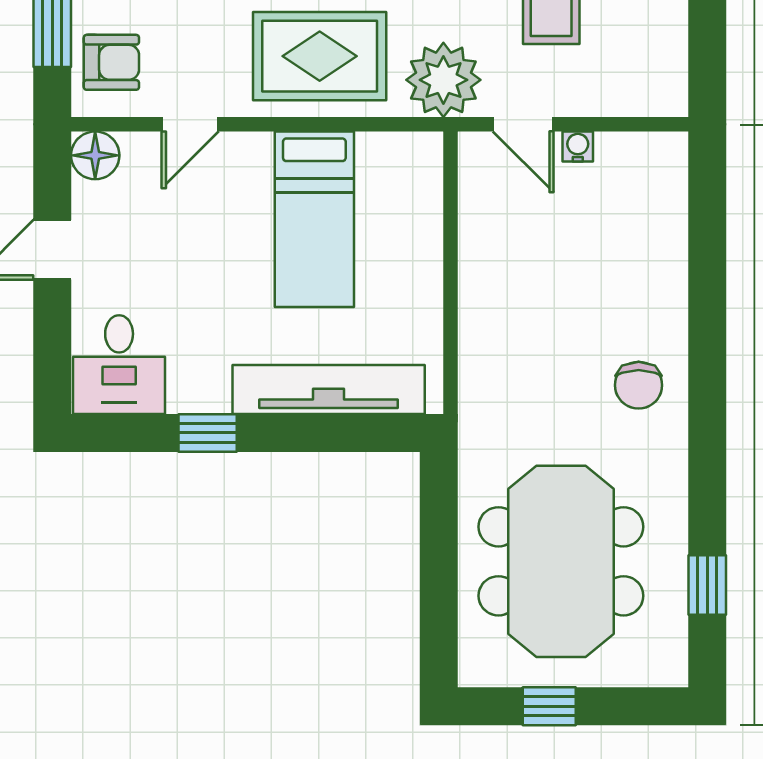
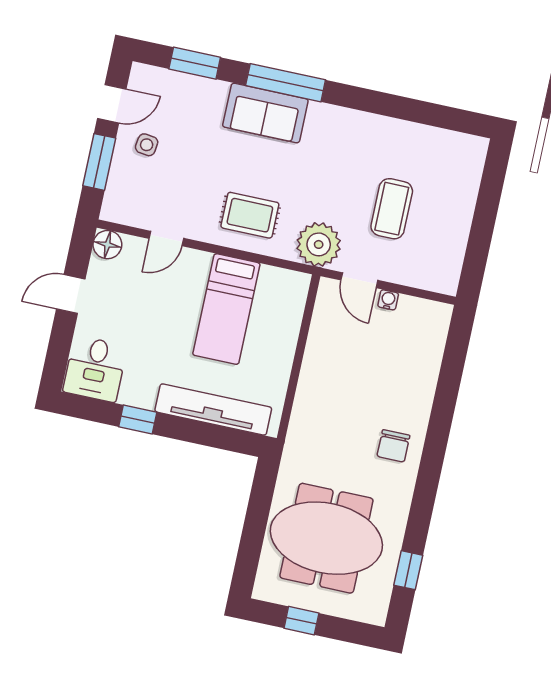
rug: (320, 56) -> (250, 215), width x0.73, depth x0.70
armchair: (111, 62) -> (128, 193), removed
meeting table: (561, 561) -> (326, 538), turned 90

